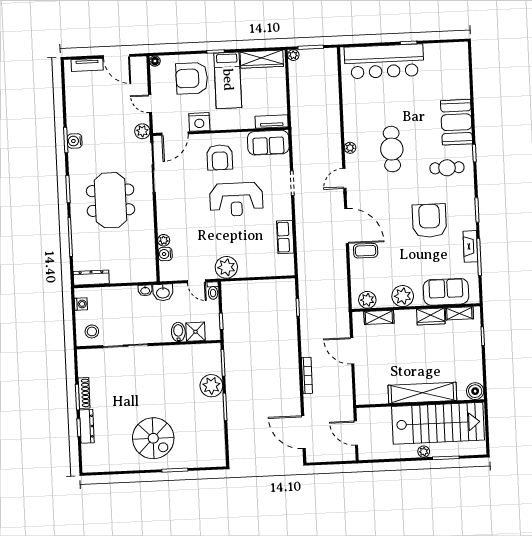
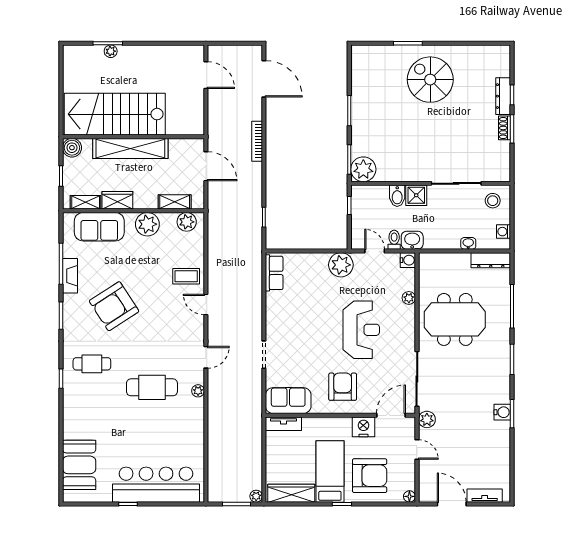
booth: (457, 122) -> (79, 465), moved
cafe table: (392, 149) -> (152, 387), turned 90
reception desk: (236, 199) -> (361, 330), moved, turned 90
meeting table: (111, 200) -> (455, 319), moved, turned 90
armchair: (429, 221) -> (114, 306), turned 57
door: (347, 226) -> (206, 305), width x0.53
row of seats: (285, 237) -> (274, 273), moved
water cooler: (165, 254) -> (408, 260), moved
washbasin: (145, 290) -> (468, 243), moved
toilet: (213, 291) -> (394, 240), moved
shower: (195, 332) -> (416, 195), moved
plant: (211, 386) -> (363, 169), moved
boiler: (475, 391) -> (72, 148), moved
shoe rack: (84, 393) -> (505, 128), width x0.70
shelving: (422, 393) -> (130, 148), moved
wall: (420, 404) -> (133, 137), moved
stairs: (438, 423) -> (115, 114), moved
plant: (424, 452) -> (111, 51), moved

